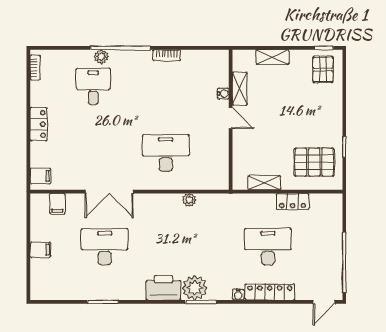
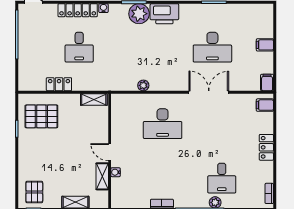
shelving: (264, 183) -> (94, 100), moved
filing cabinet: (57, 204) -> (267, 82), moved
desk: (268, 247) -> (79, 47), width x0.73

